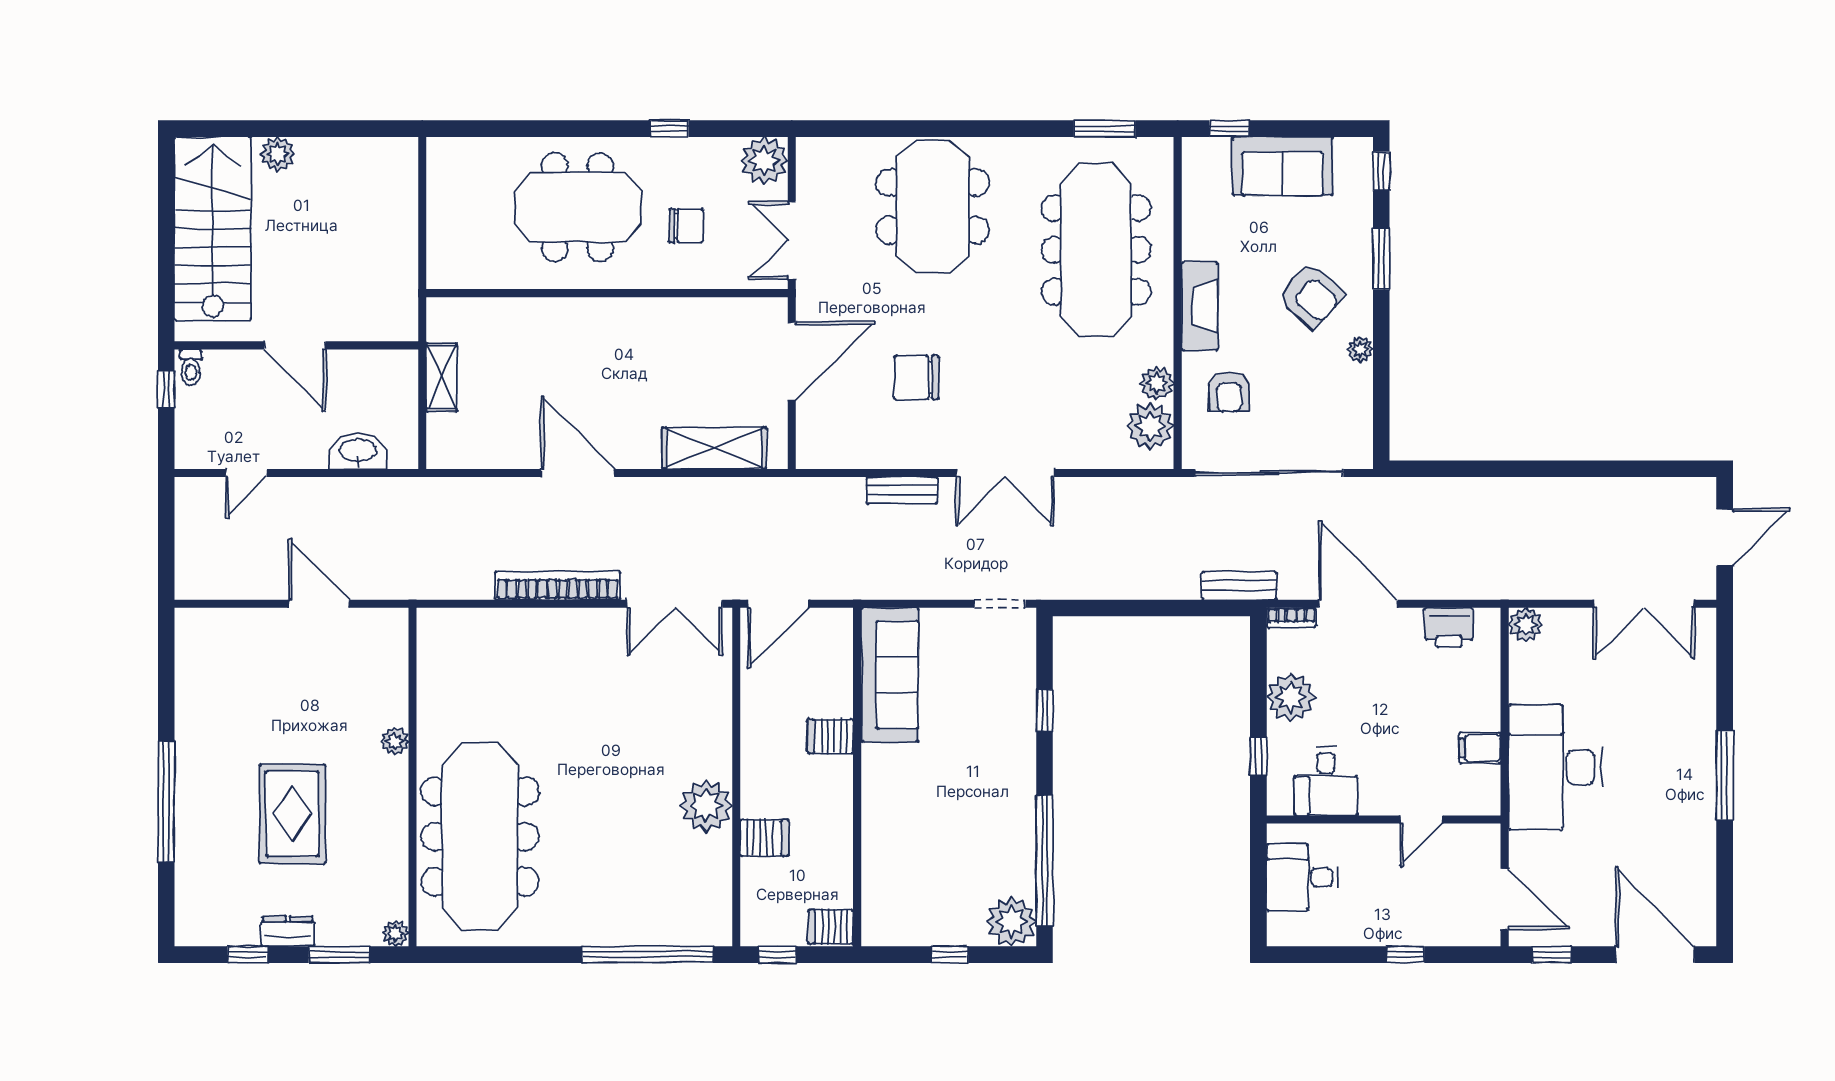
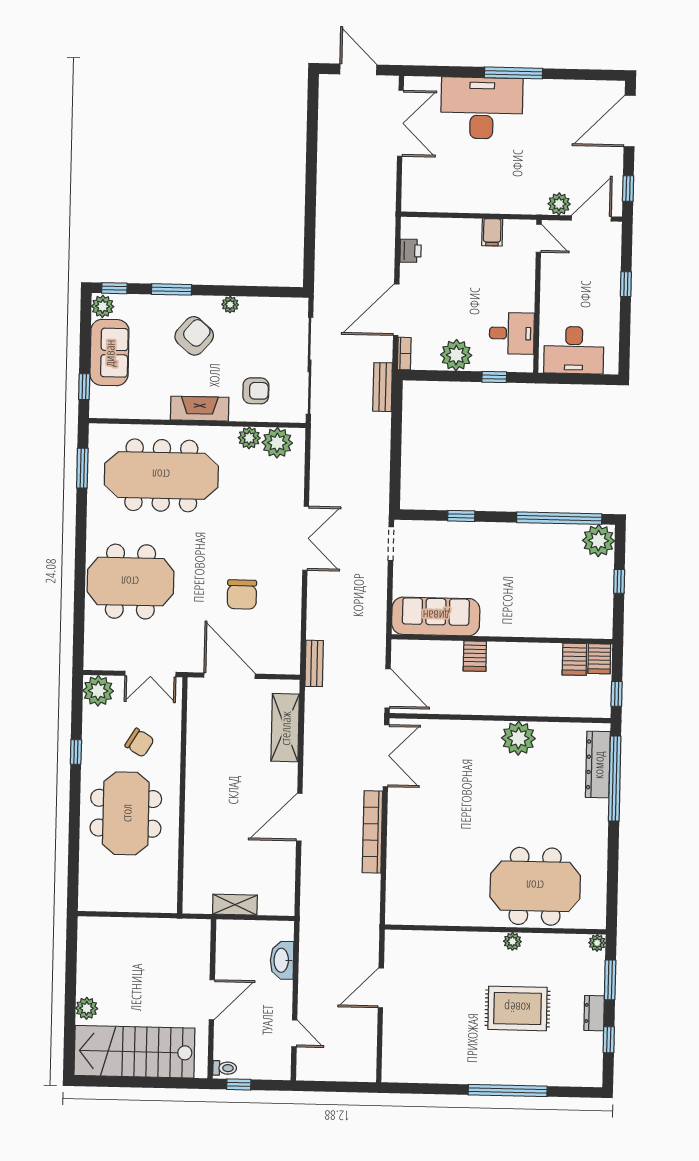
plant: (1353, 154) -> (103, 306), added
chair: (686, 226) -> (140, 743), turned 121
bench: (902, 490) -> (314, 663), moved
plant: (1526, 625) -> (559, 204), moved
printer: (1449, 628) -> (411, 251), width x0.73, depth x0.81
plant: (395, 741) -> (512, 941), moved
desk: (1555, 767) -> (482, 108), moved, turned 180
door: (1422, 820) -> (539, 238), moved
meeting table: (480, 837) -> (535, 886), width x0.73
server rack: (764, 838) -> (574, 659), moved, turned 180
desk: (1302, 877) -> (574, 350), width x1.37
dresser: (669, 928) -> (598, 765), added

